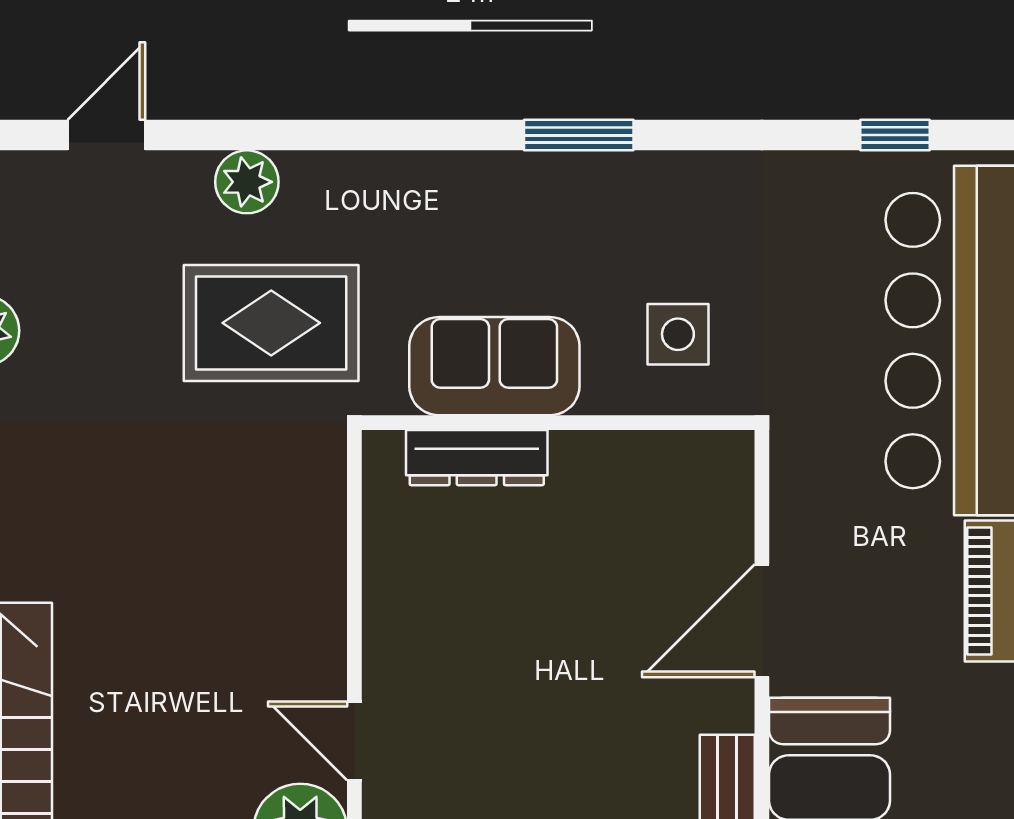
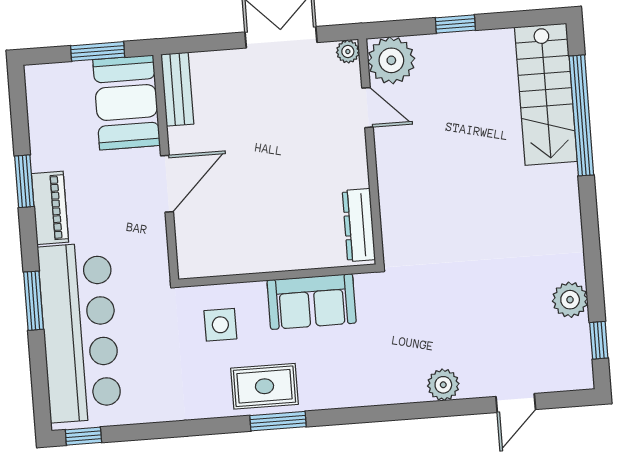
window: (895, 135) -> (83, 436), moved
rug: (271, 323) -> (264, 386), moved, width x0.73, depth x0.70
dresser: (477, 458) -> (359, 225), moved, turned -90

